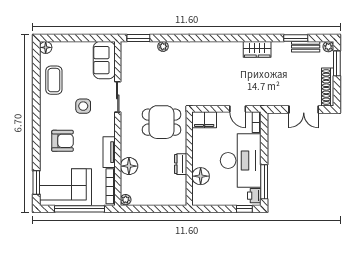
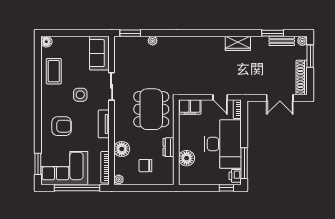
dining table: (162, 122) -> (151, 109), width x1.38
tv unit: (109, 152) -> (104, 124), moved
chair: (155, 184) -> (145, 166), added

